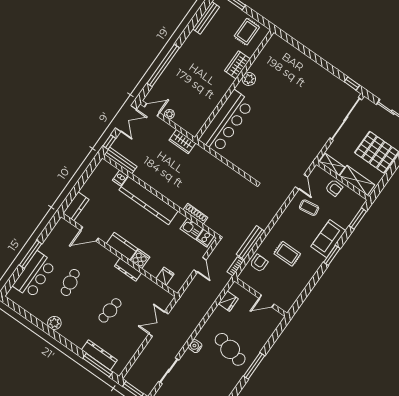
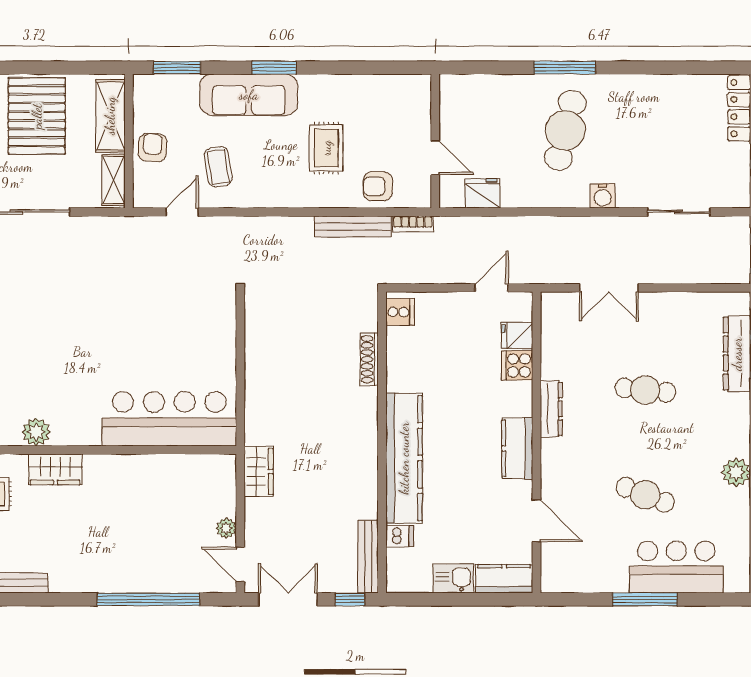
plant: (249, 79) -> (36, 432), moved
kitchen sink: (192, 229) -> (453, 578), moved, turned -90
sofa: (328, 239) -> (249, 95), width x1.36
cooker: (140, 259) -> (517, 365), moved
door: (200, 265) -> (492, 288), moved
cafe table: (70, 282) -> (645, 495), turned 30
door: (267, 301) -> (435, 158), moved

